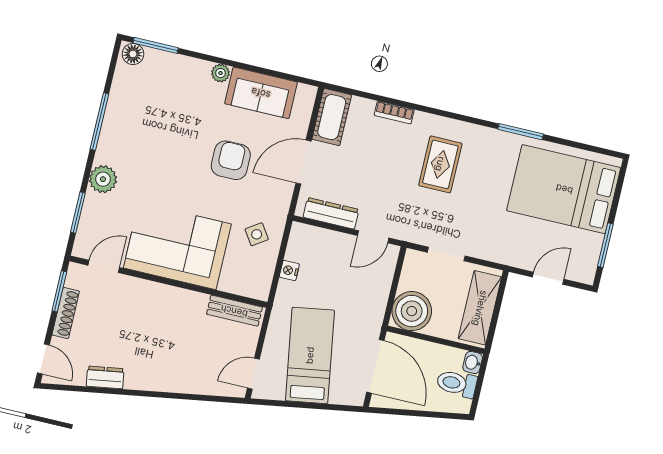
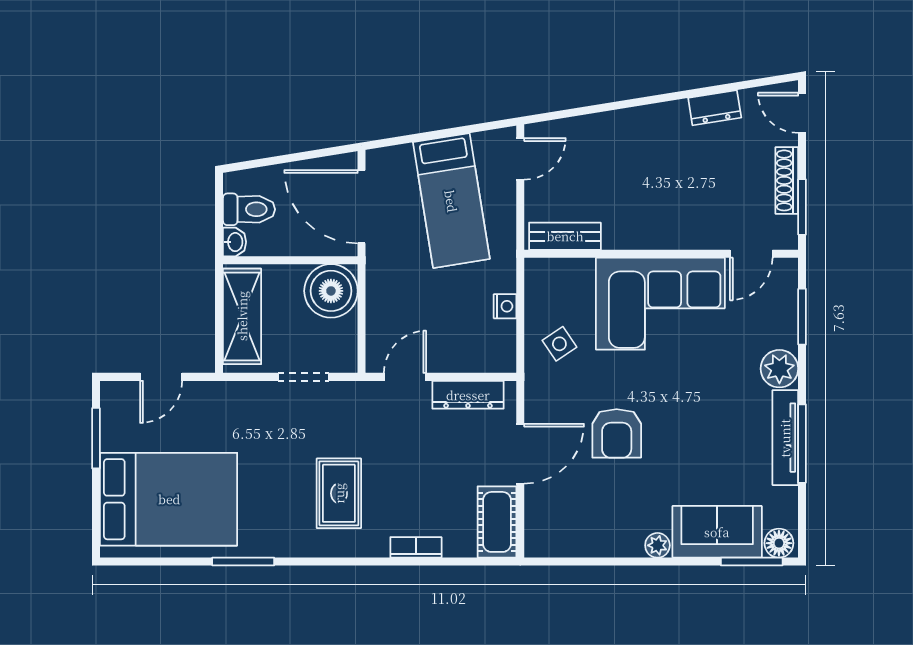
sofa: (261, 93) -> (717, 532), moved
tv unit: (110, 129) -> (785, 438), added

